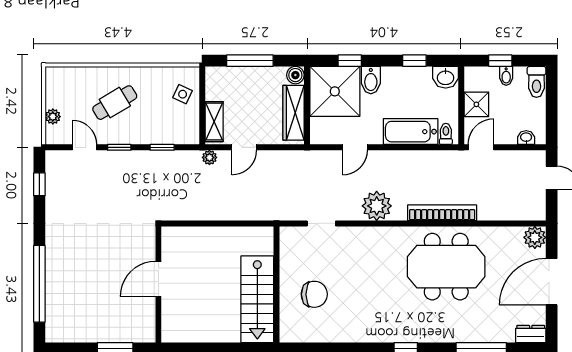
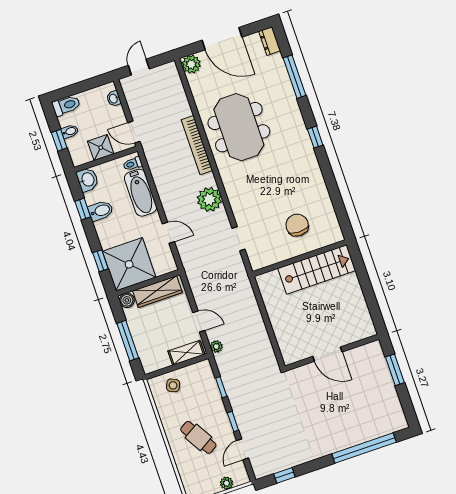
bidet: (371, 80) -> (101, 211), moved

